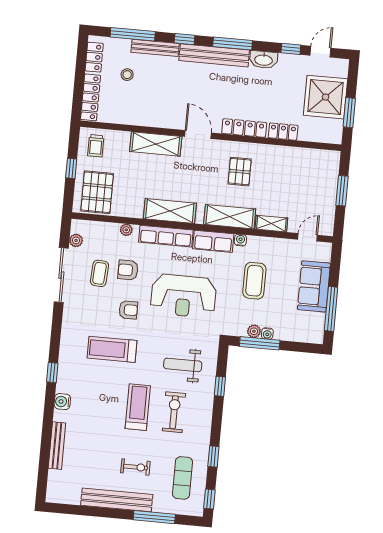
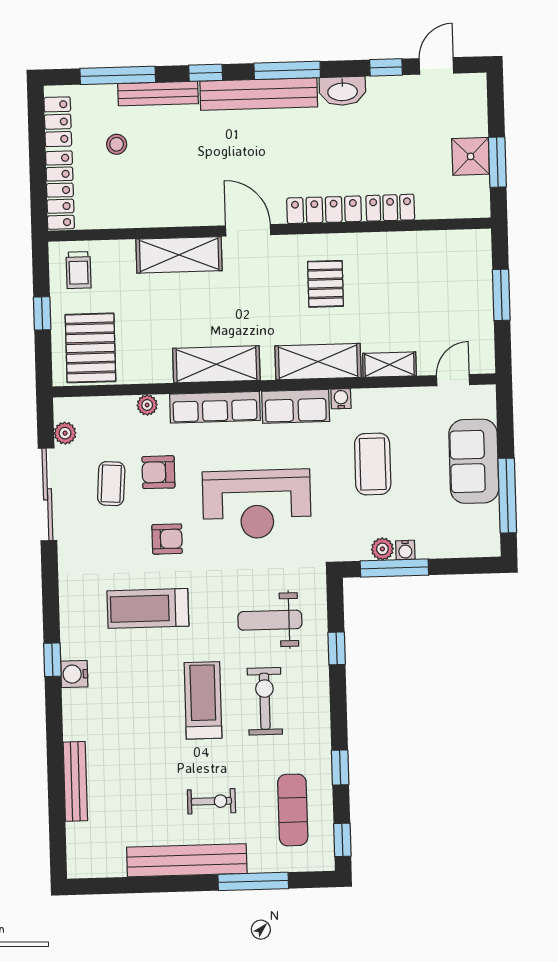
shower: (326, 97) -> (471, 156), width x0.54, depth x0.54
water cooler: (62, 402) -> (74, 674), moved

